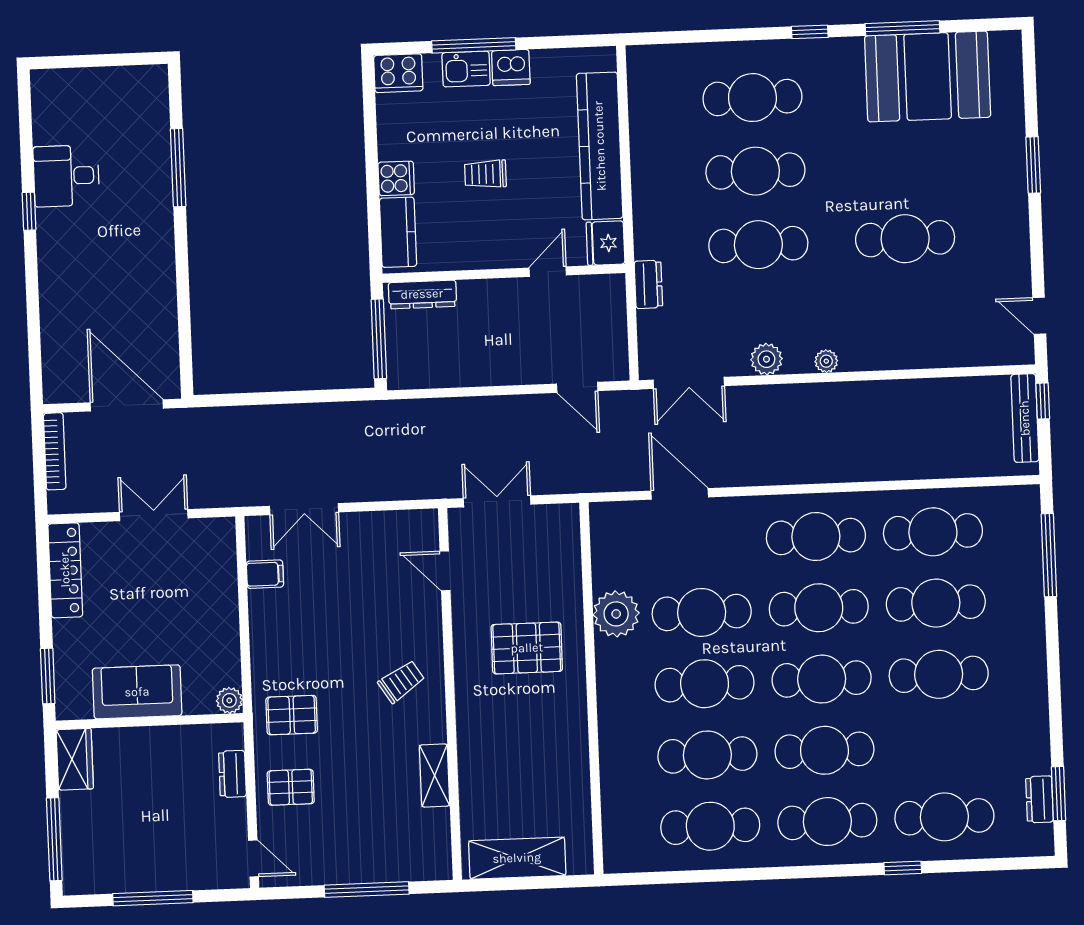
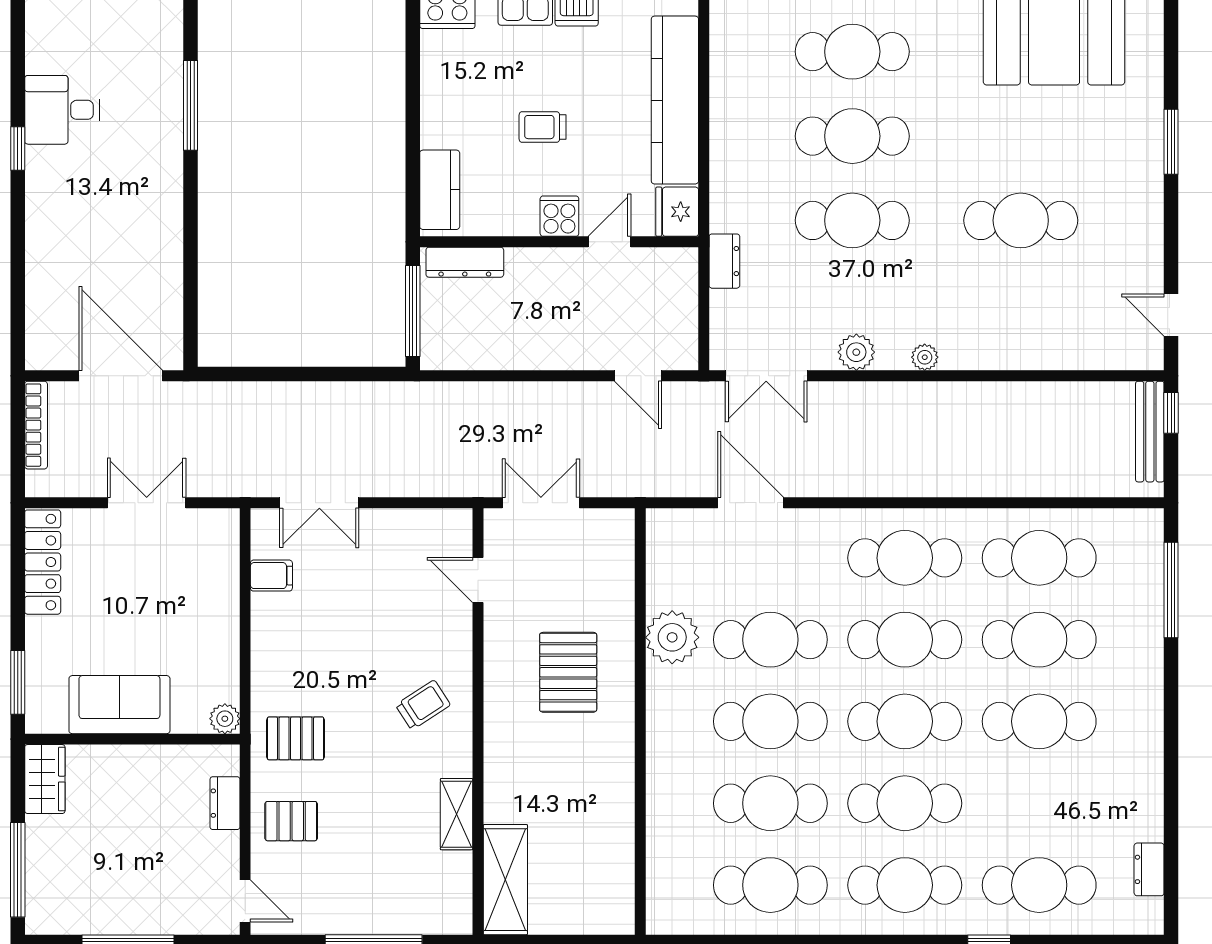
cooker: (396, 178) -> (559, 216), moved, turned -90
pallet: (527, 648) -> (568, 672), turned 90
window: (1058, 794) -> (1171, 864), removed
shelving: (517, 858) -> (505, 880), moved, turned 90

